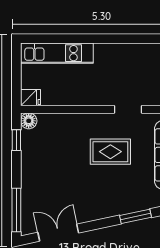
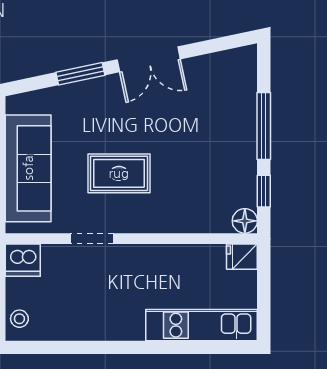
window: (16, 210) -> (264, 126), moved
double door: (58, 233) -> (149, 59), moved

